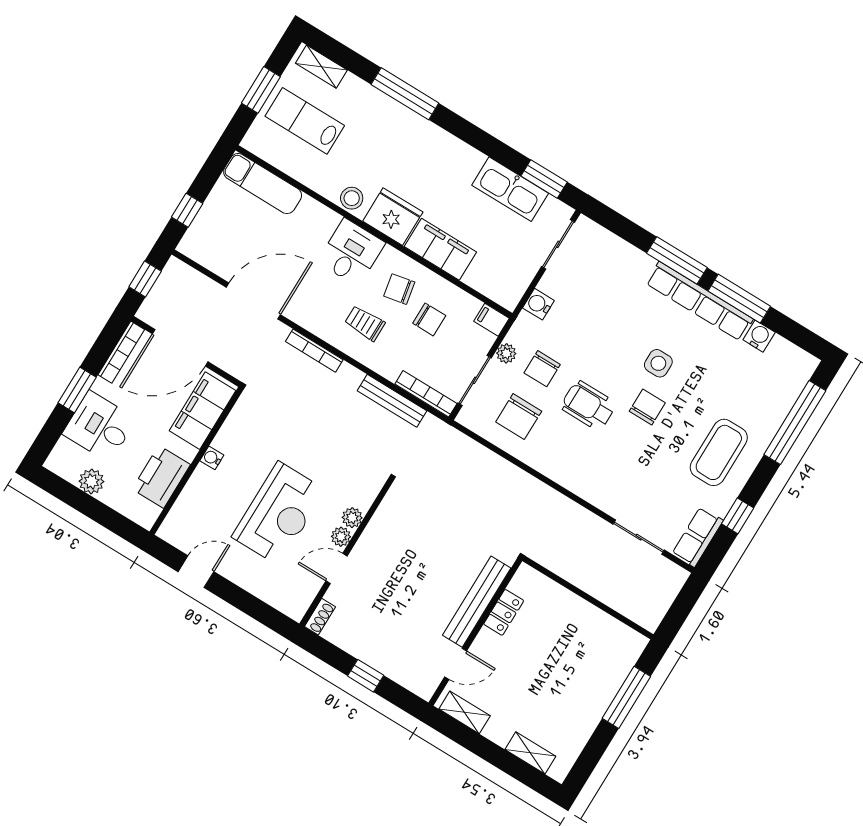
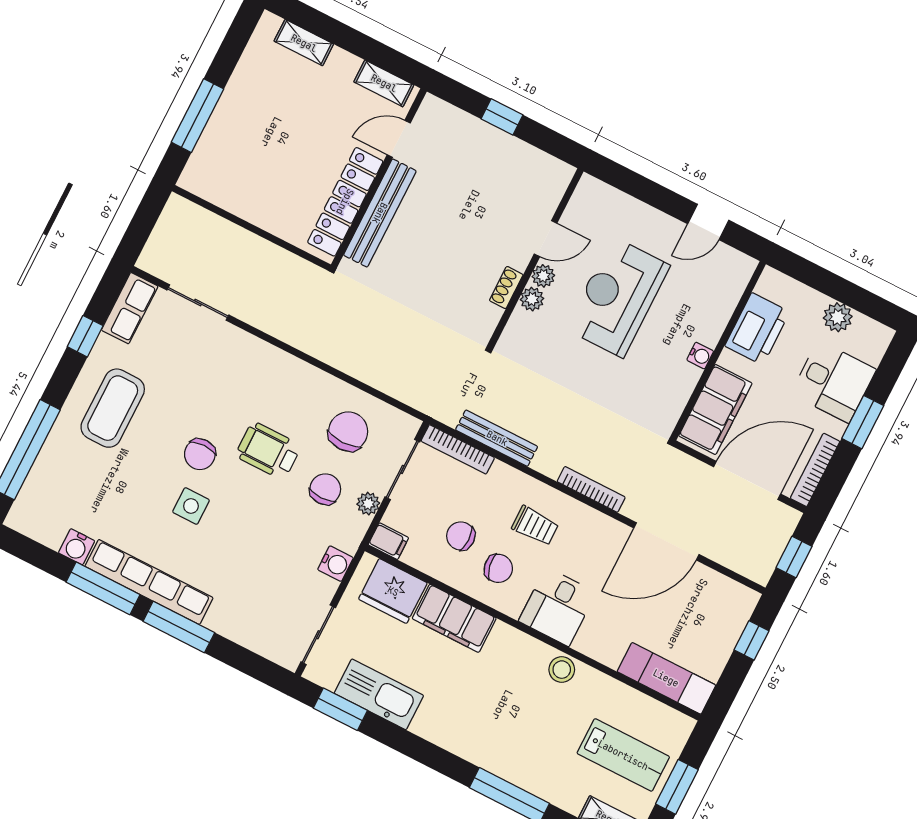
fridge: (393, 217) -> (393, 591), moved
wheelchair: (588, 405) -> (268, 451), turned 180
locker: (504, 612) -> (345, 202), width x2.16, depth x1.21
shoe rack: (320, 617) -> (506, 288), moved

